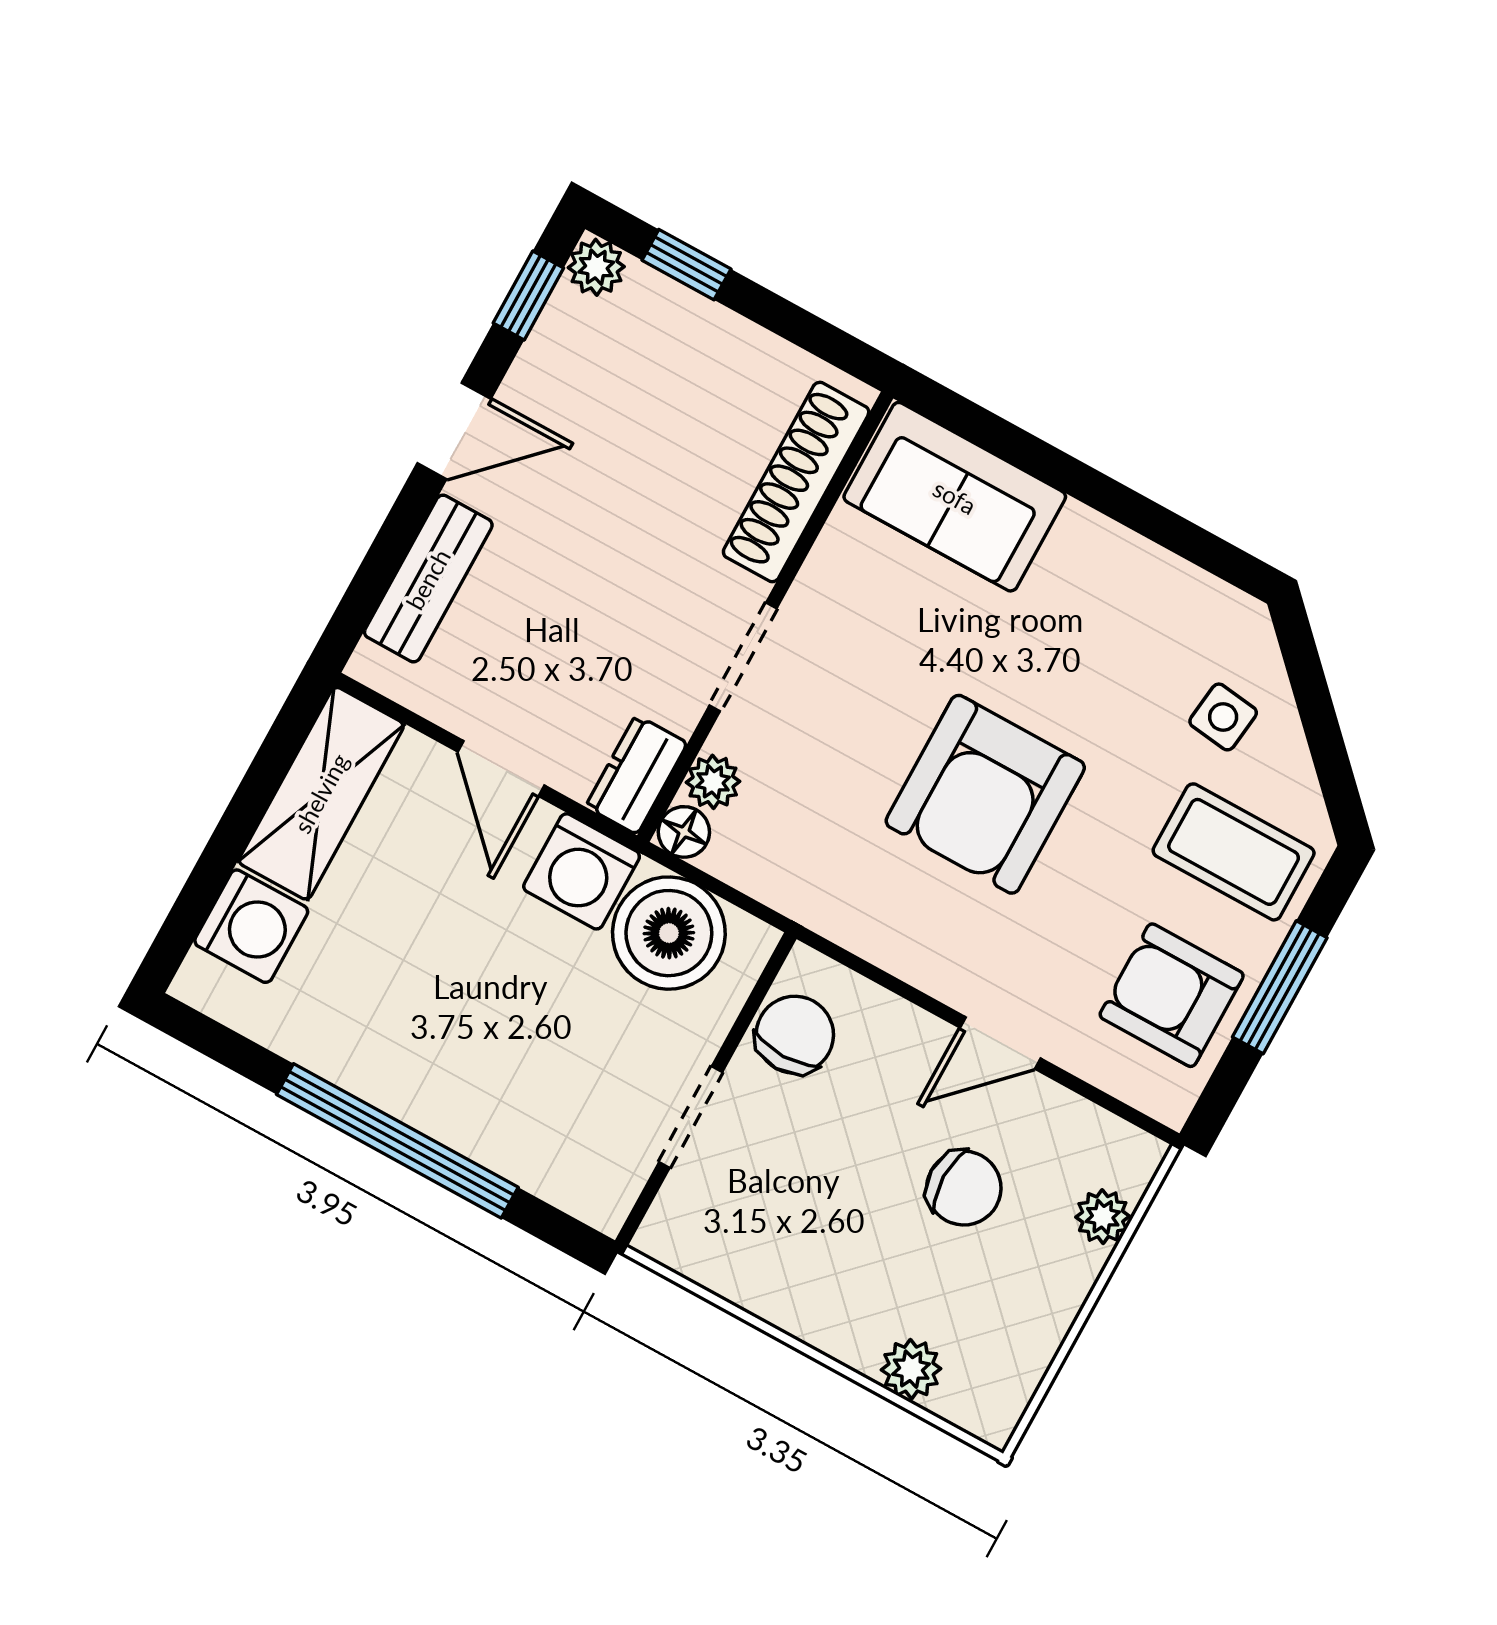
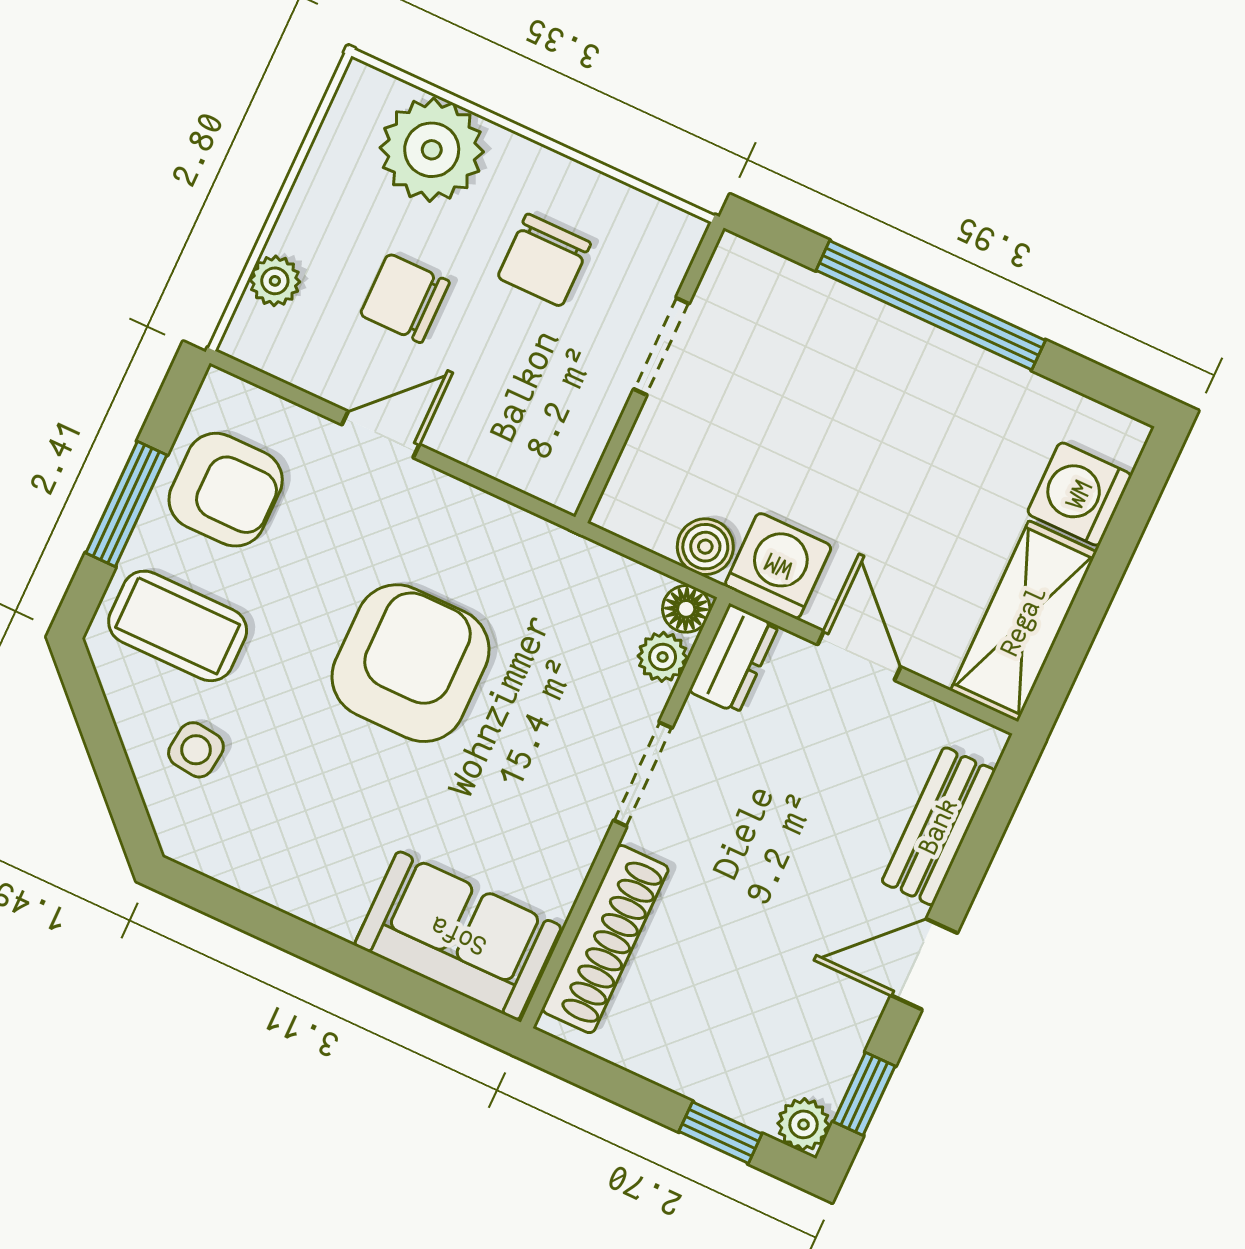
boiler: (669, 933) -> (705, 547), width x0.54, depth x0.54
chair: (795, 1035) -> (544, 260), moved
plant: (911, 1369) -> (432, 150), width x1.87, depth x1.87

